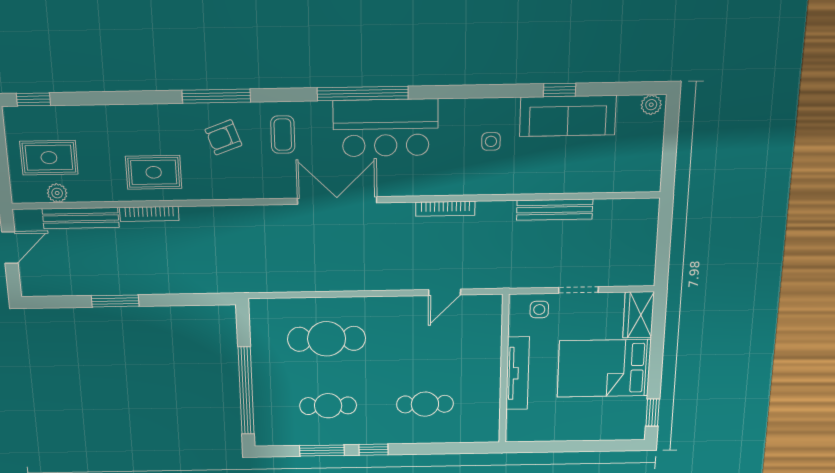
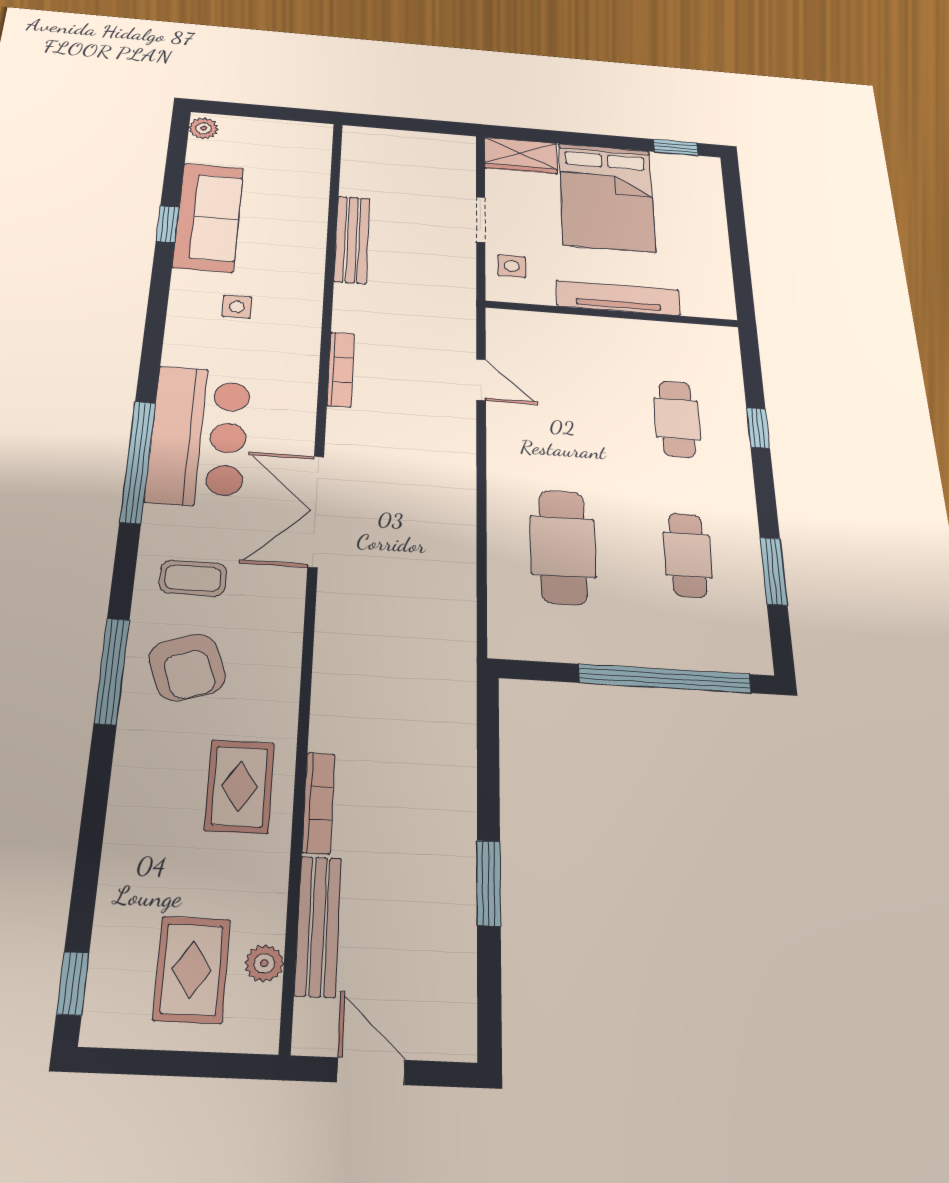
armchair: (223, 137) -> (187, 667), width x1.38, depth x1.38
window: (374, 450) -> (758, 428), moved

